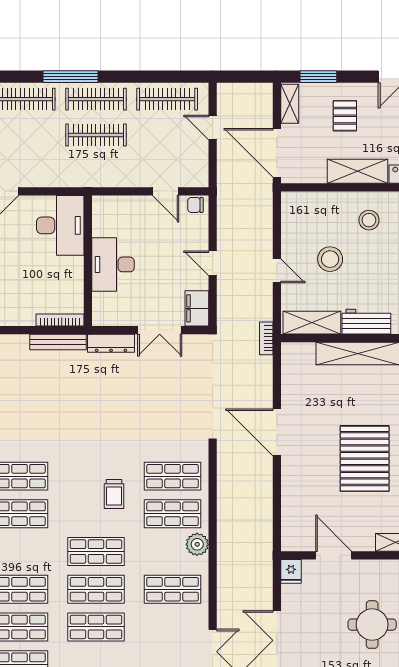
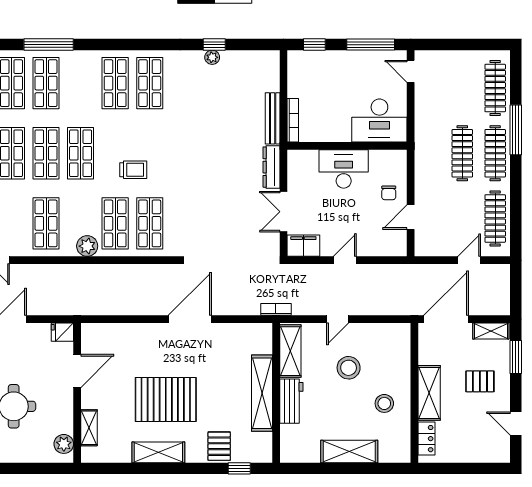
chair: (195, 205) -> (389, 193), moved, turned 180
trolley: (114, 494) -> (133, 170), turned 180

